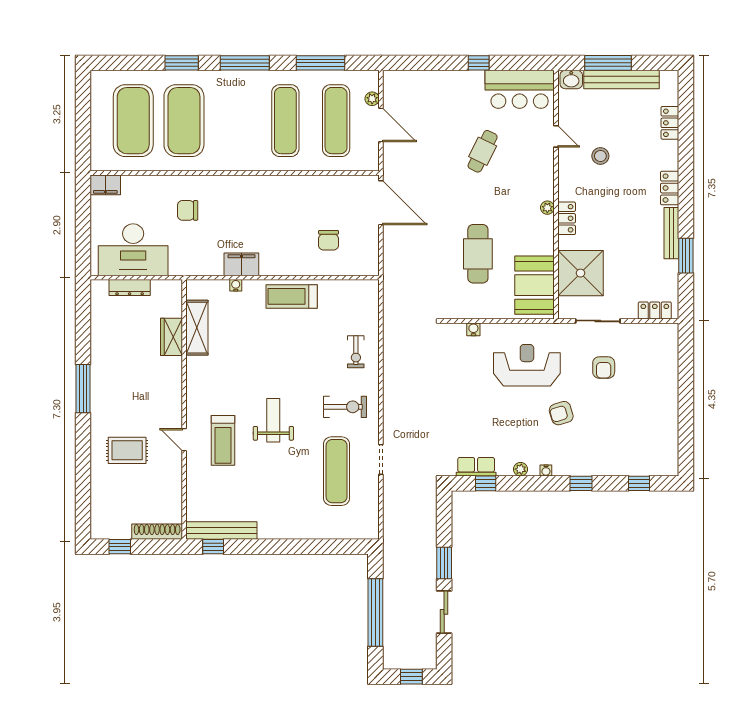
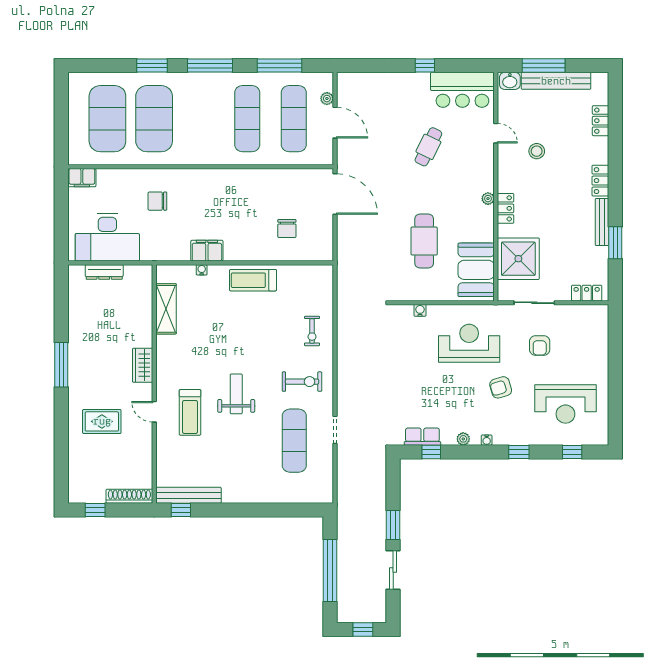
wardrobe: (171, 337) -> (143, 365), moved
reception desk: (632, 431) -> (565, 404), added

